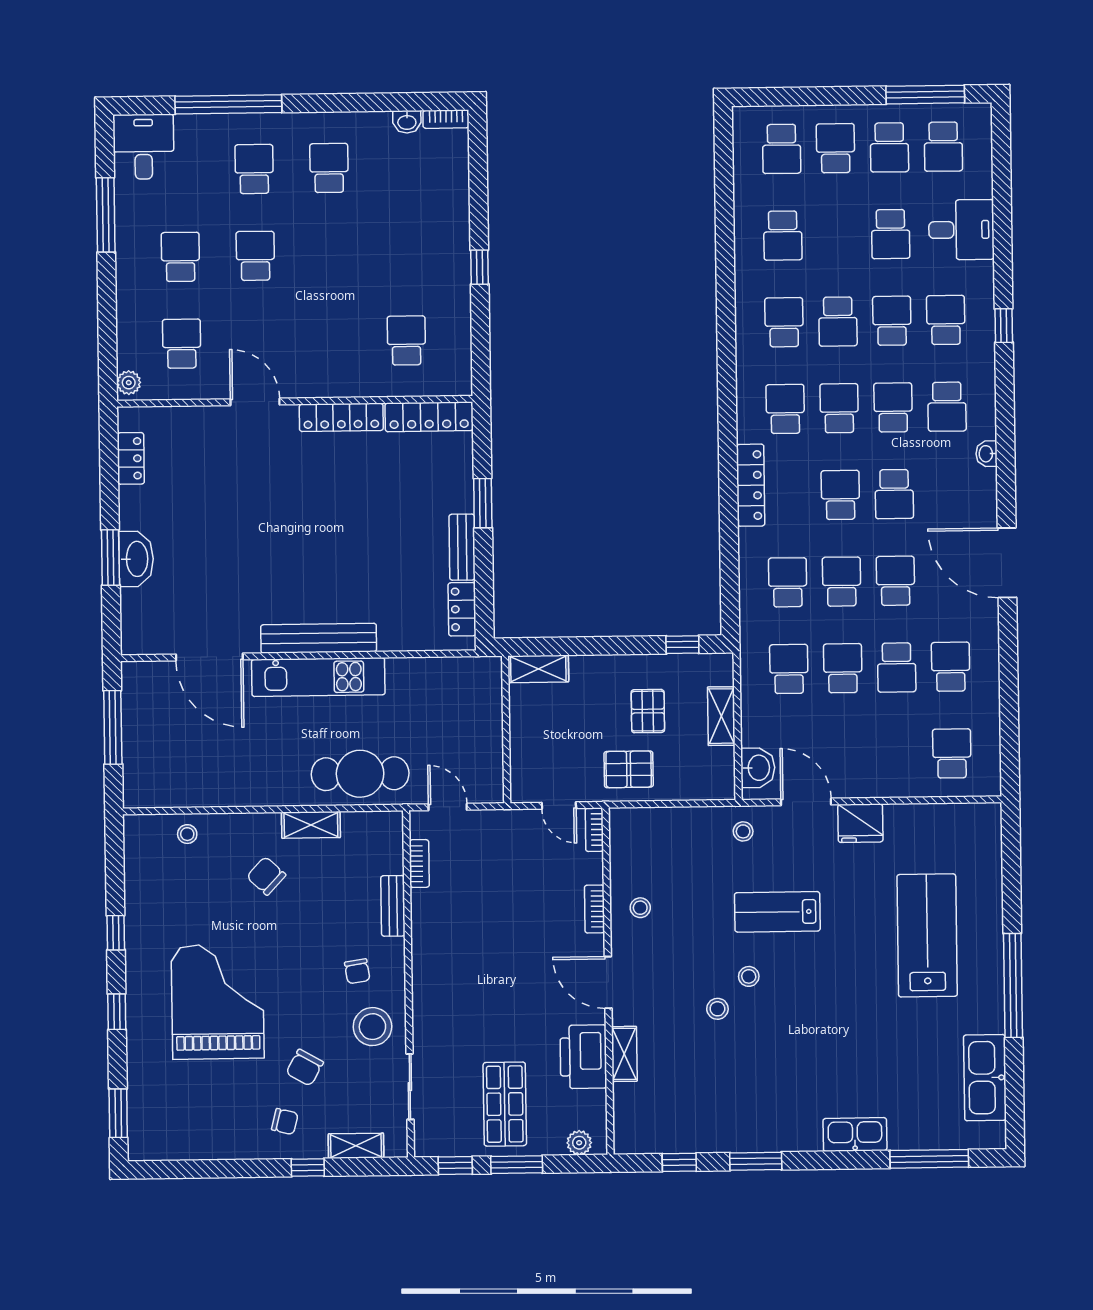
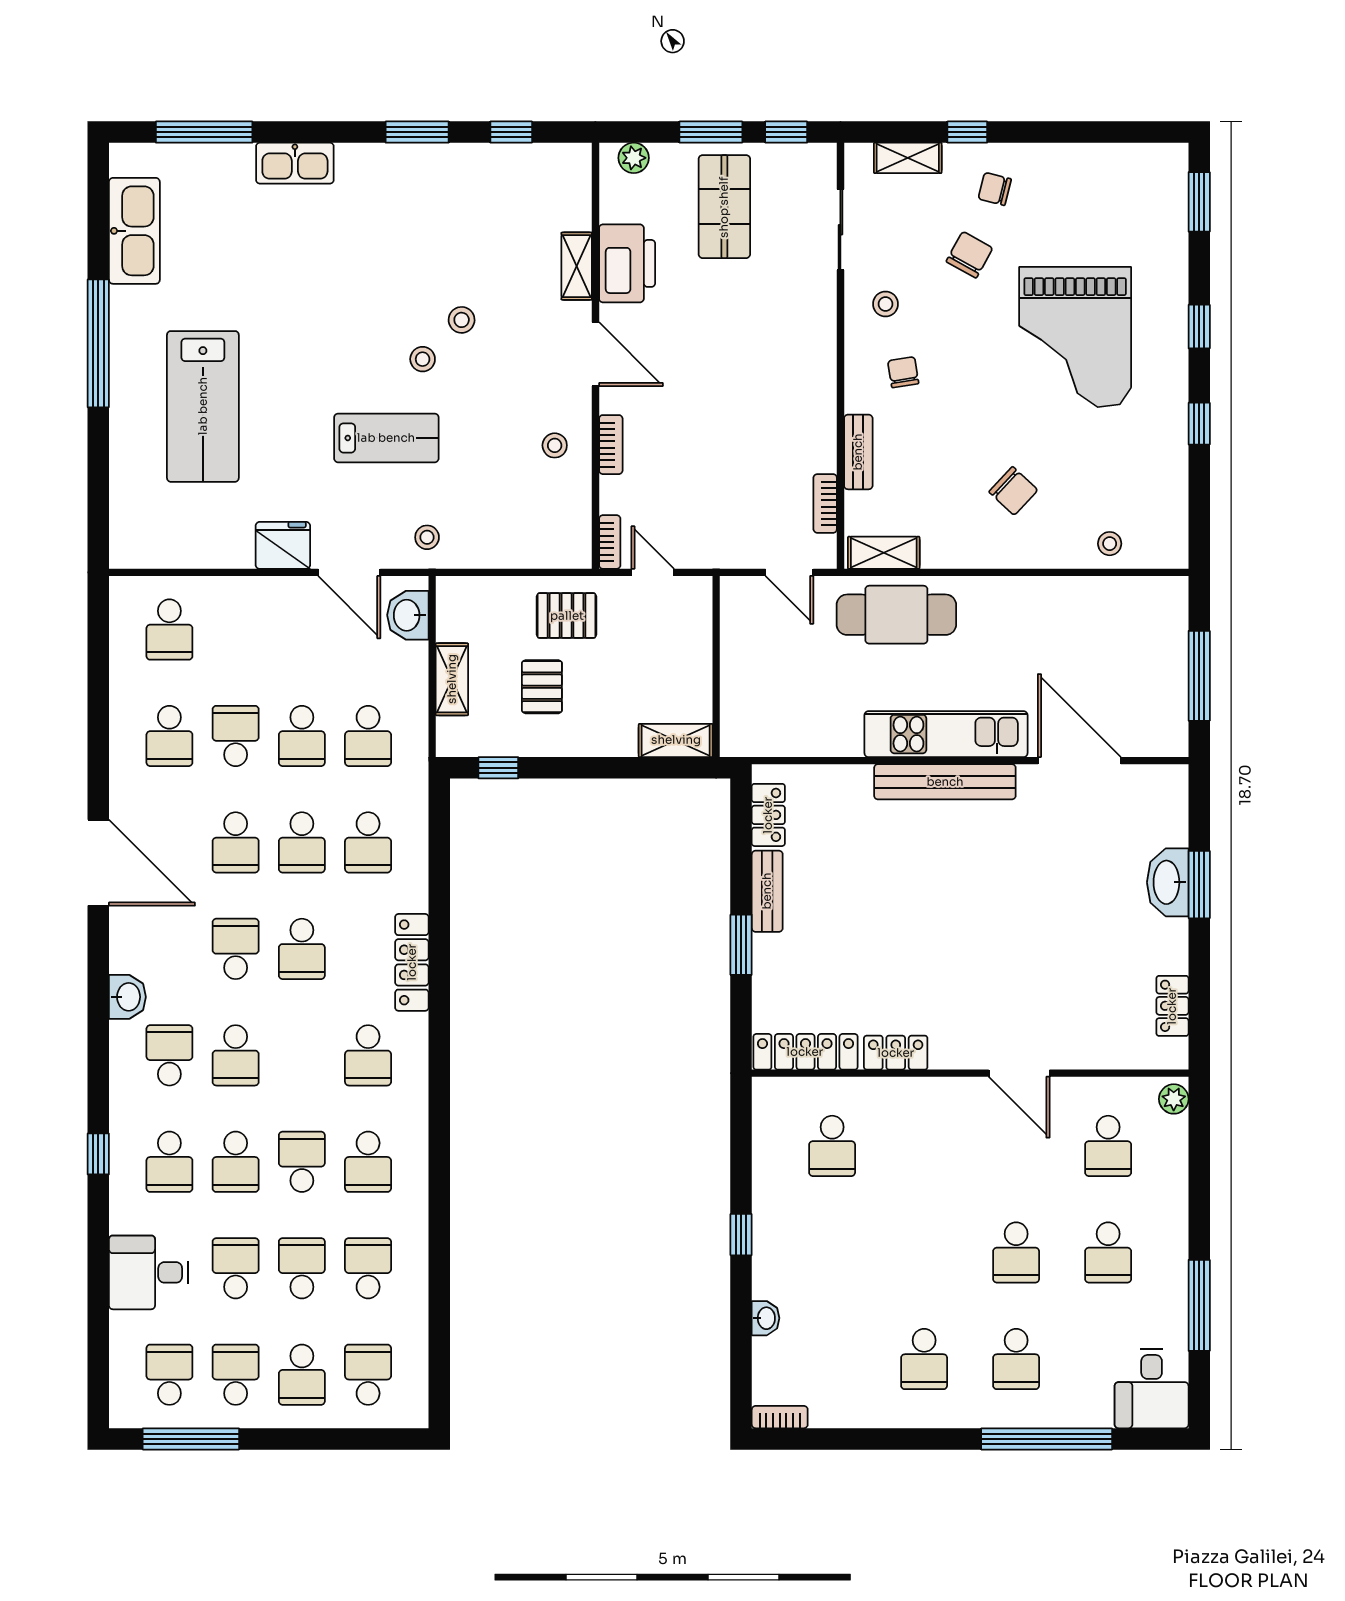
washbasin: (407, 122) -> (766, 1318), moved, turned 90
school desk: (839, 408) -> (302, 1268), moved, turned 180
locker: (341, 417) -> (896, 1053), width x0.66
washbasin: (986, 454) -> (127, 997), width x1.38, depth x1.45
shelving: (311, 825) -> (884, 553), moved
stool: (372, 1027) -> (885, 304), width x0.53, depth x0.53

